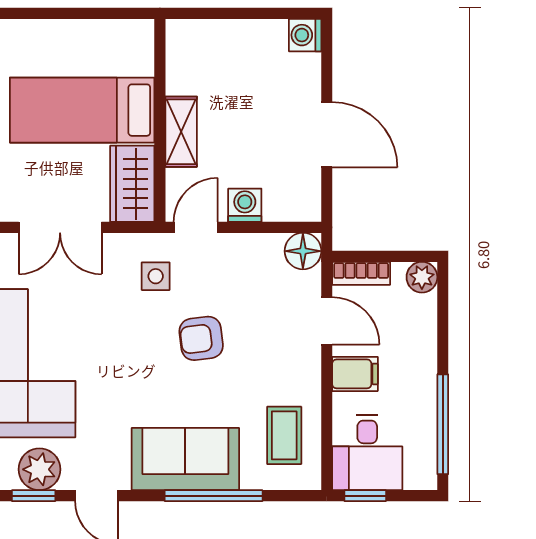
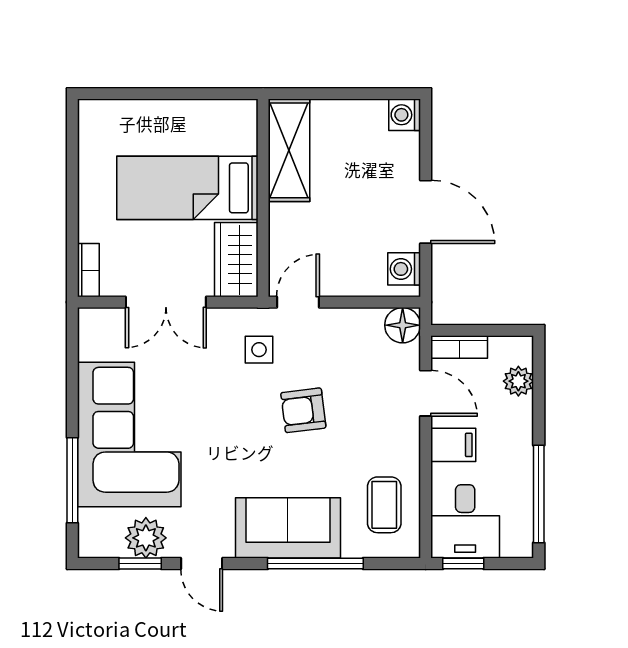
shelving: (181, 132) -> (289, 150), moved, width x1.50, depth x1.33
washing machine: (245, 205) -> (404, 269), moved, turned -90
plant: (422, 277) -> (518, 381), moved

